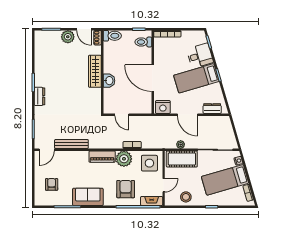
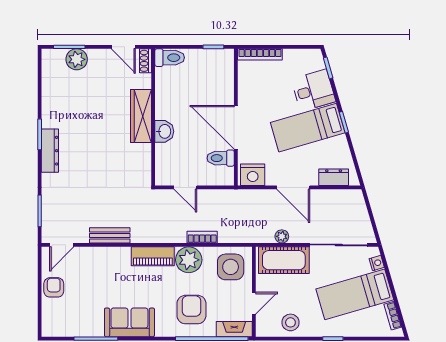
plant: (68, 37) -> (77, 59), moved
toilet: (143, 42) -> (221, 158), moved
dresser: (39, 96) -> (50, 151), width x1.44
bench: (71, 144) -> (110, 235), width x0.73
armchair: (52, 184) -> (54, 287), moved

